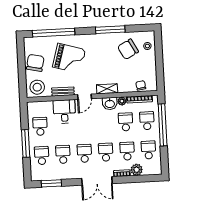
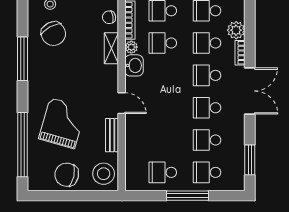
shelving: (107, 89) -> (111, 48), moved
desk: (64, 112) -> (142, 135), removed

